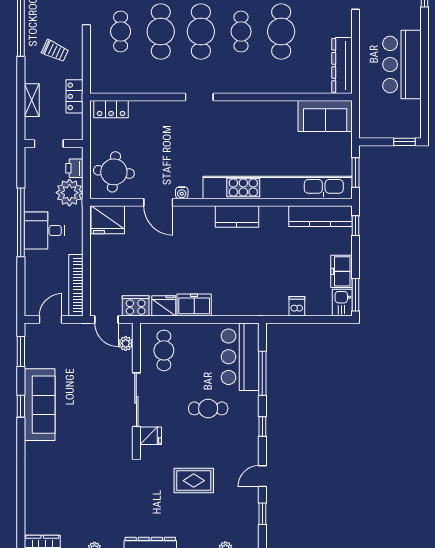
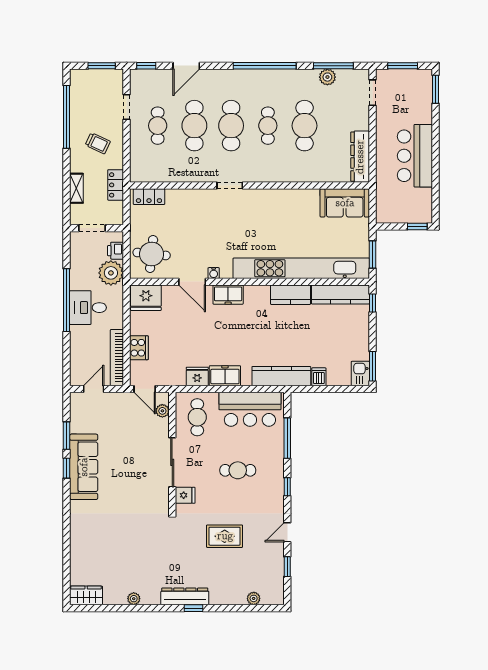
kitchen counter: (237, 217) -> (291, 295), moved
freezer: (341, 271) -> (228, 295), moved, turned -90
kitchen counter: (256, 305) -> (281, 376), added
cooker: (136, 306) -> (139, 348), moved, turned 90
window: (21, 352) -> (67, 436), moved
bar counter: (240, 357) -> (250, 409), moved, turned -90

